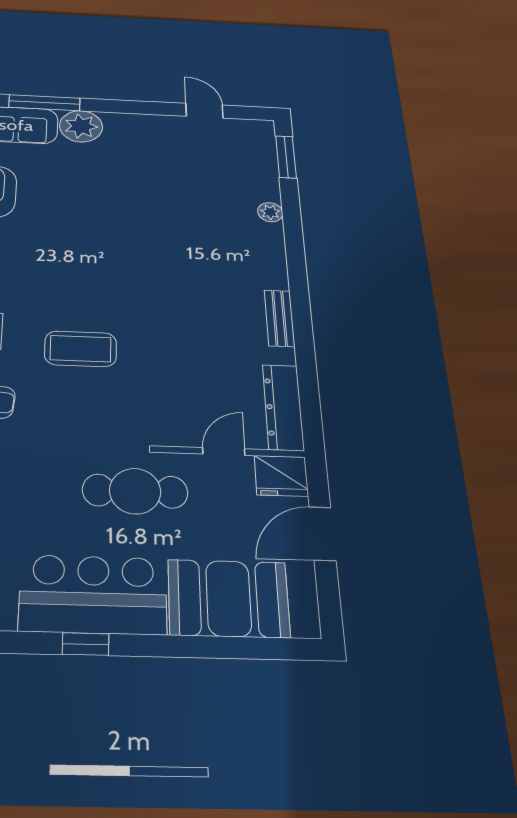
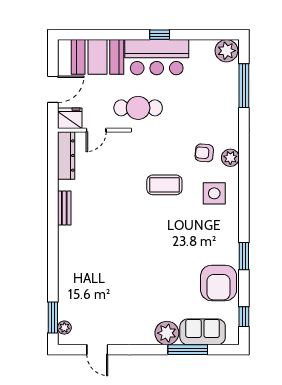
plant: (270, 212) -> (64, 328), moved

